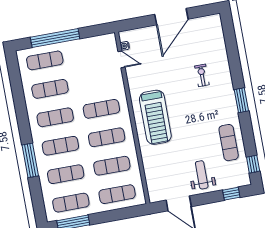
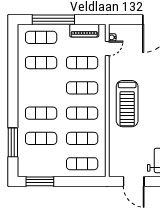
piano: (92, 44) -> (84, 31), added
door: (121, 59) -> (107, 48), hinge flipped
exercise mat: (55, 117) -> (82, 63), moved
window: (30, 160) -> (13, 142), moved
exercise mat: (71, 203) -> (41, 164), removed

